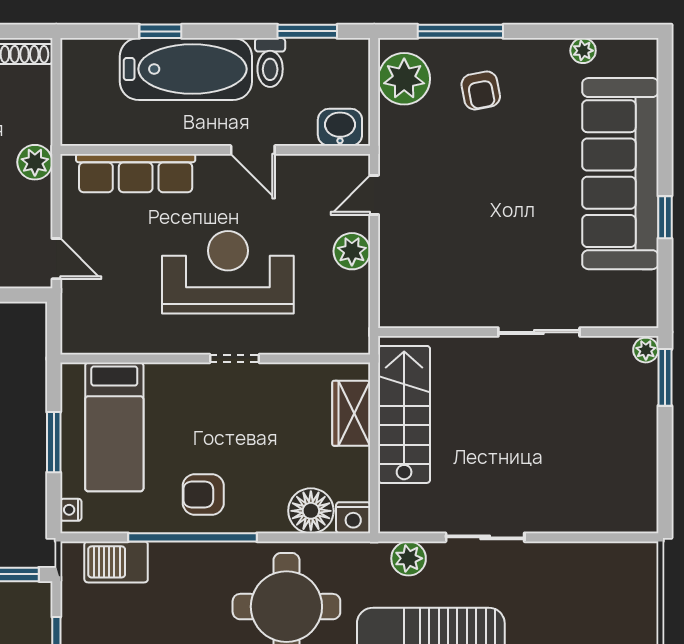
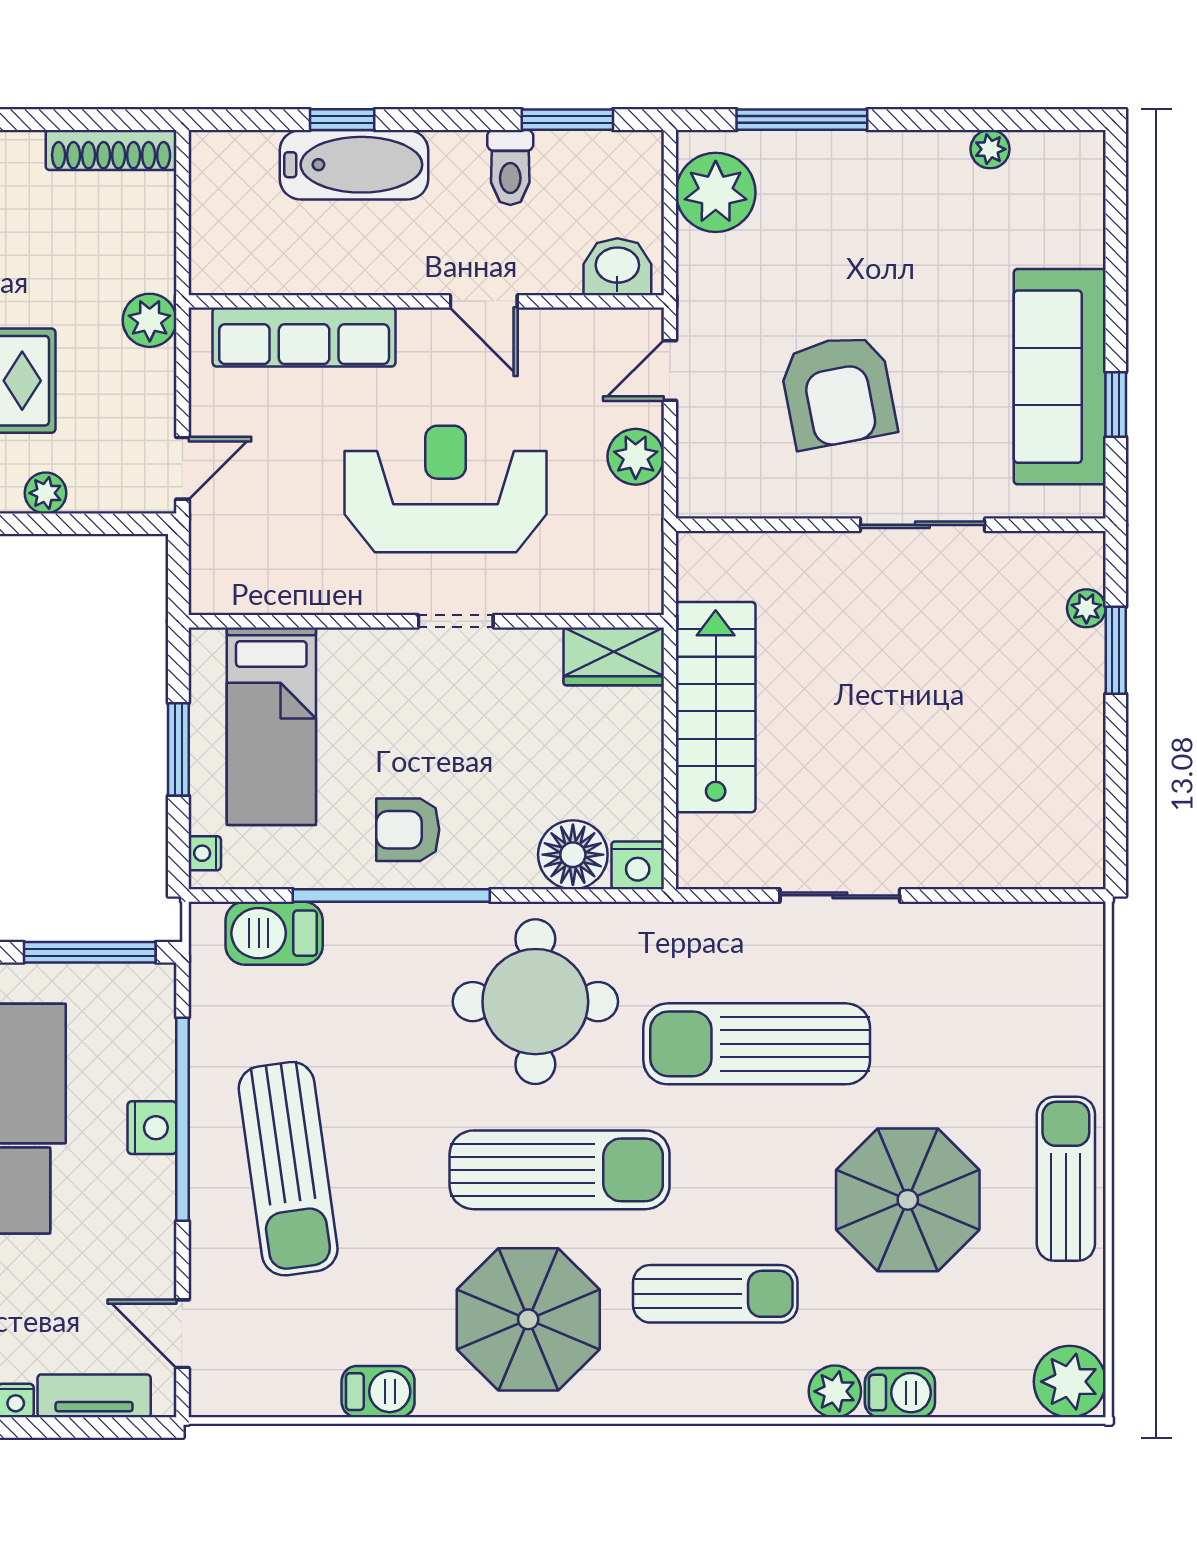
bathtub: (186, 69) -> (354, 165), width x0.73, depth x0.73
armchair: (481, 90) -> (838, 391), moved, width x1.88, depth x1.88
sofa: (620, 174) -> (1060, 377), width x0.74, depth x0.79
door: (56, 259) -> (182, 468), hinge flipped
wall: (518, 332) -> (891, 525), moved
sliding door: (539, 332) -> (922, 525), moved
wardrobe: (351, 413) -> (614, 656), moved, turned -90
plant: (409, 558) -> (723, 928), removed

